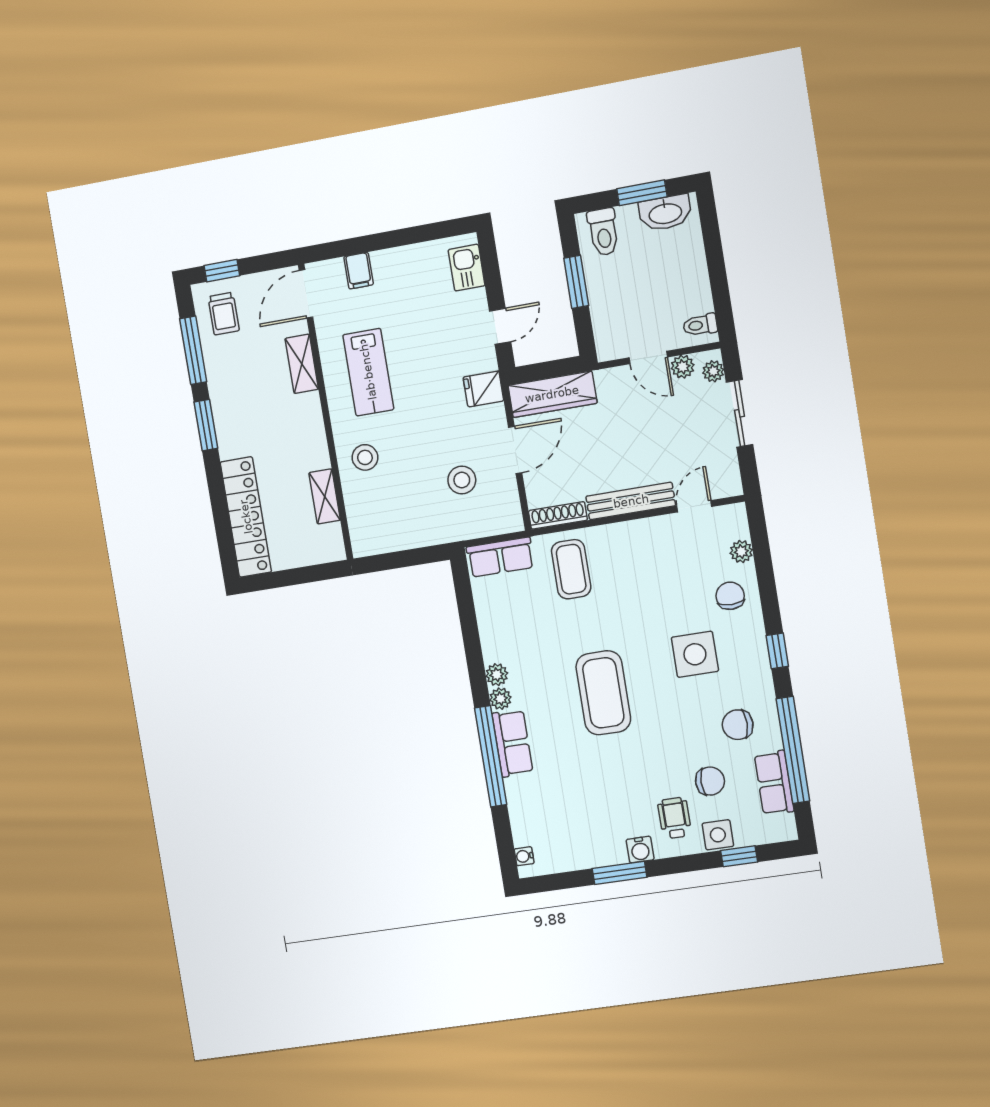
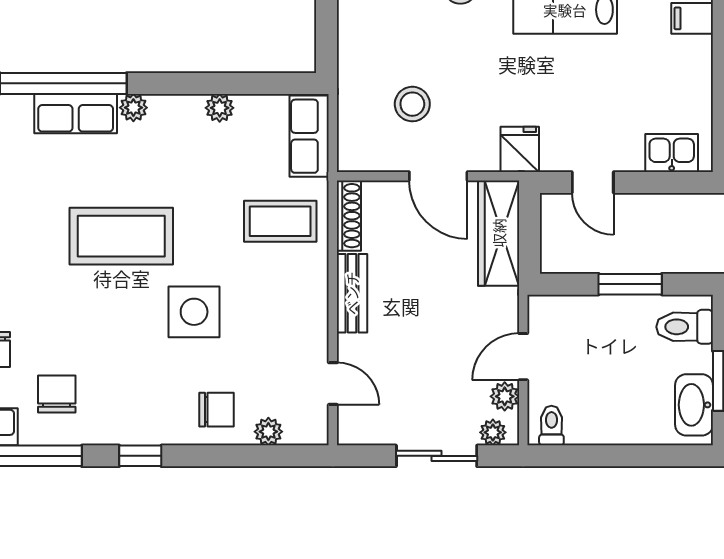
bench: (631, 501) -> (352, 293), width x0.73
side table: (695, 654) -> (194, 312), moved
plant: (497, 675) -> (220, 108), moved

